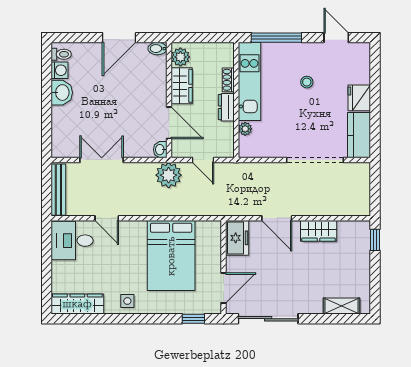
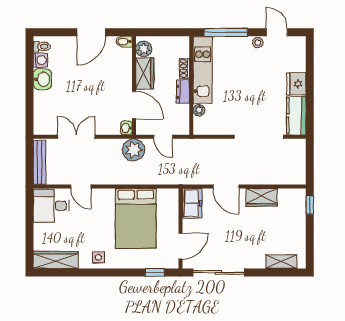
stool: (307, 82) -> (258, 43), moved

